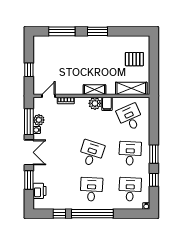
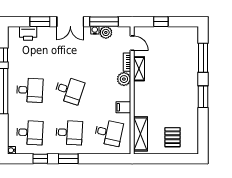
shelving: (95, 90) -> (139, 69), moved
plant: (95, 103) -> (124, 79), moved
desk: (130, 117) -> (109, 133), turned 36

